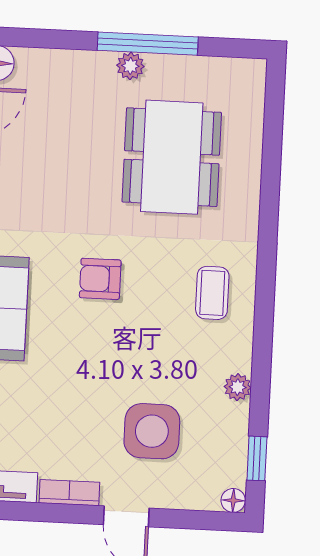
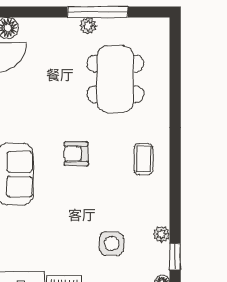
plant: (238, 387) -> (161, 234), moved
side table: (152, 431) -> (111, 243), width x0.73, depth x0.73

